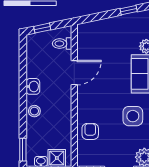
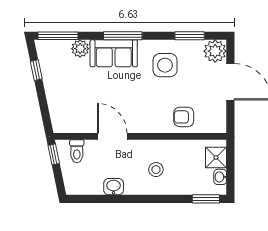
window: (42, 28) -> (54, 154), moved
washbasin: (33, 86) -> (114, 187), moved
stool: (34, 111) -> (156, 170), moved

